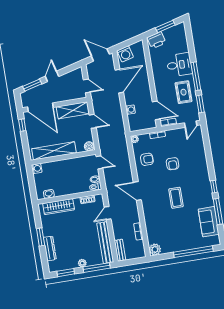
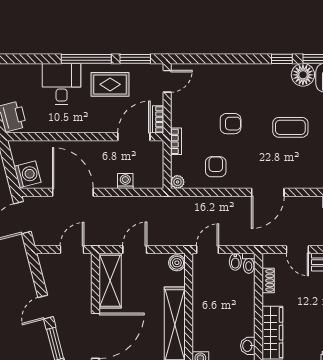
door: (52, 76) -> (46, 307), hinge flipped
door: (191, 124) -> (167, 81), hinge flipped
floor lamp: (207, 200) -> (303, 75), added

